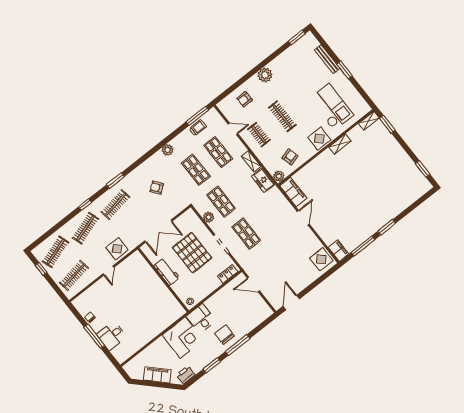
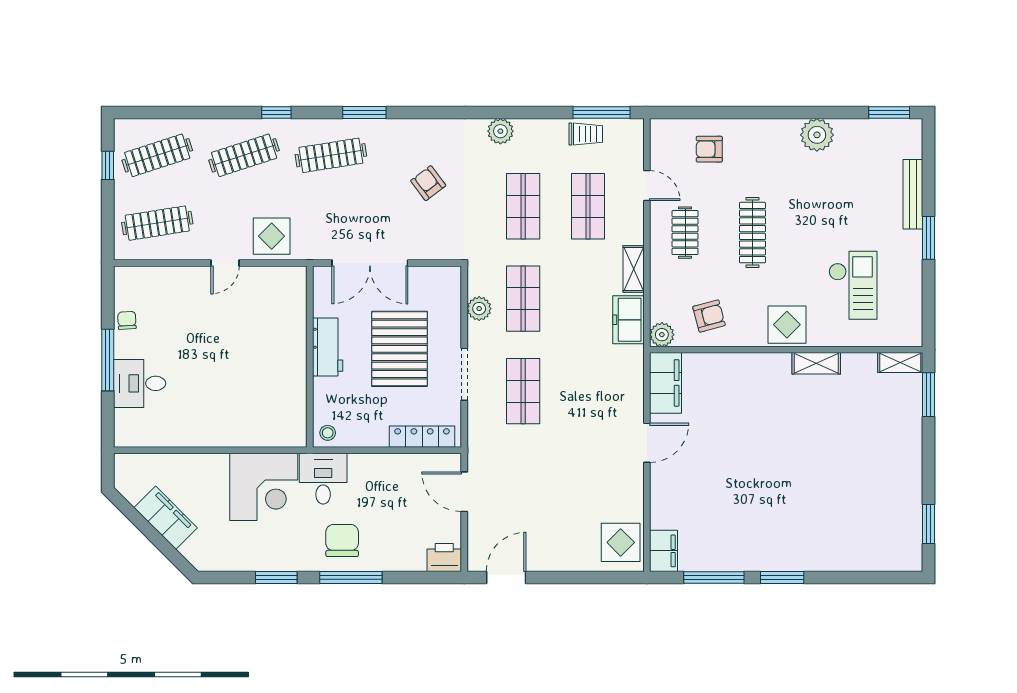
plant: (265, 75) -> (817, 135), moved
checkout: (331, 107) -> (853, 285), width x0.73, depth x0.83
locker: (228, 274) -> (422, 437), width x1.53
printer: (186, 375) -> (444, 557), moved

